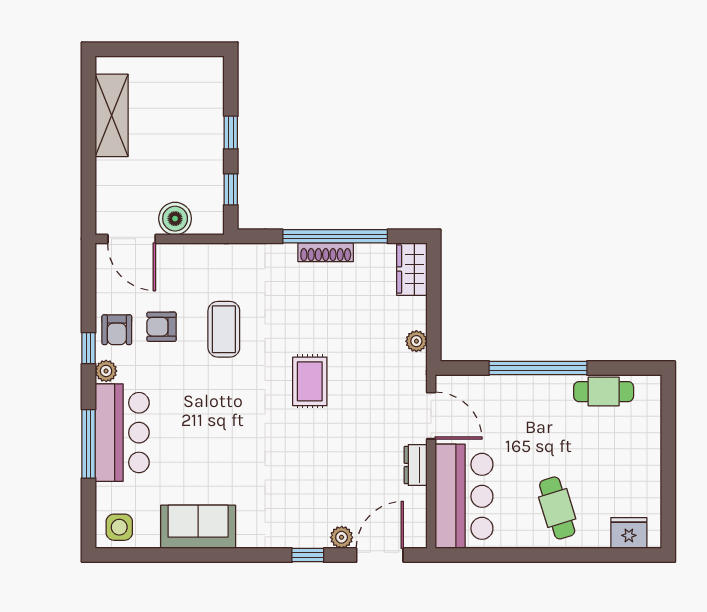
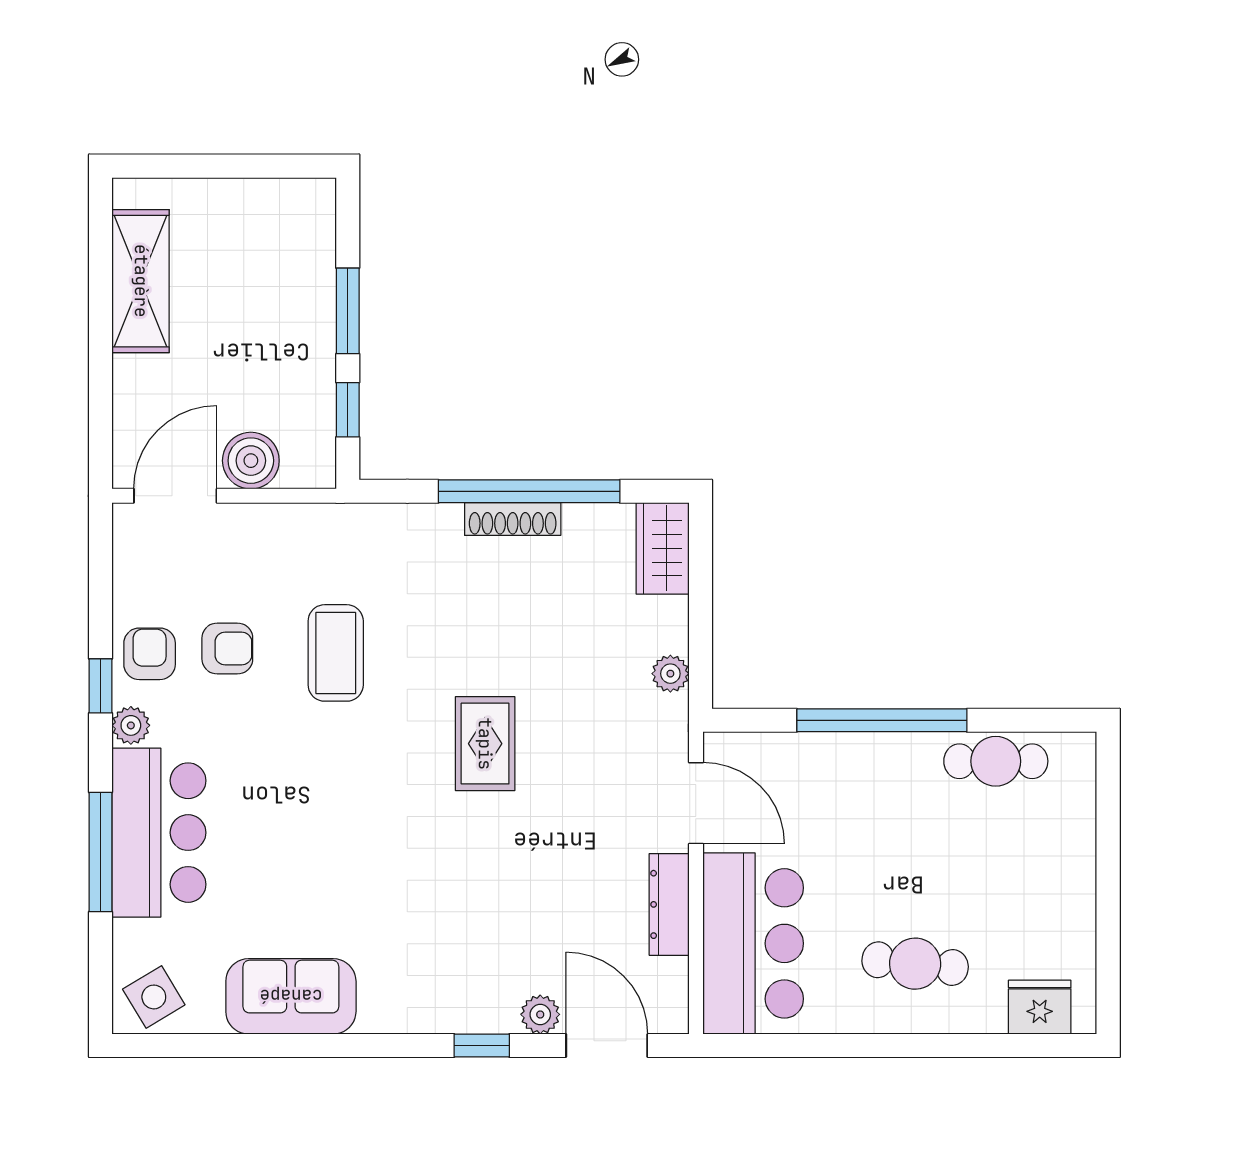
window: (231, 132) -> (348, 311), width x1.50
door: (132, 239) -> (175, 496), swing flipped
armchair: (162, 327) -> (227, 649), turned 180
armchair: (117, 330) -> (150, 654), turned 180
dresser: (416, 465) -> (669, 904), width x1.44
cafe table: (557, 508) -> (915, 964), turned -67
side table: (119, 527) -> (154, 997), turned -31
door: (380, 555) -> (607, 1045), hinge flipped

